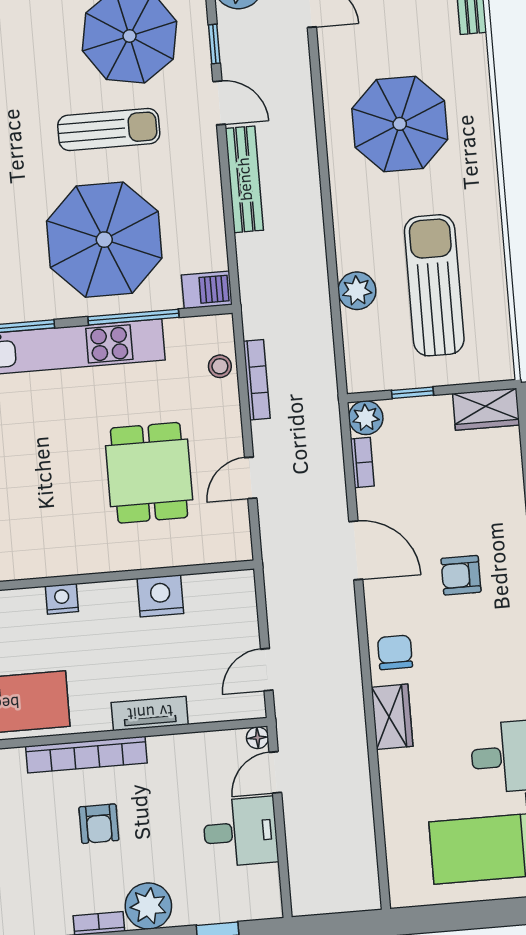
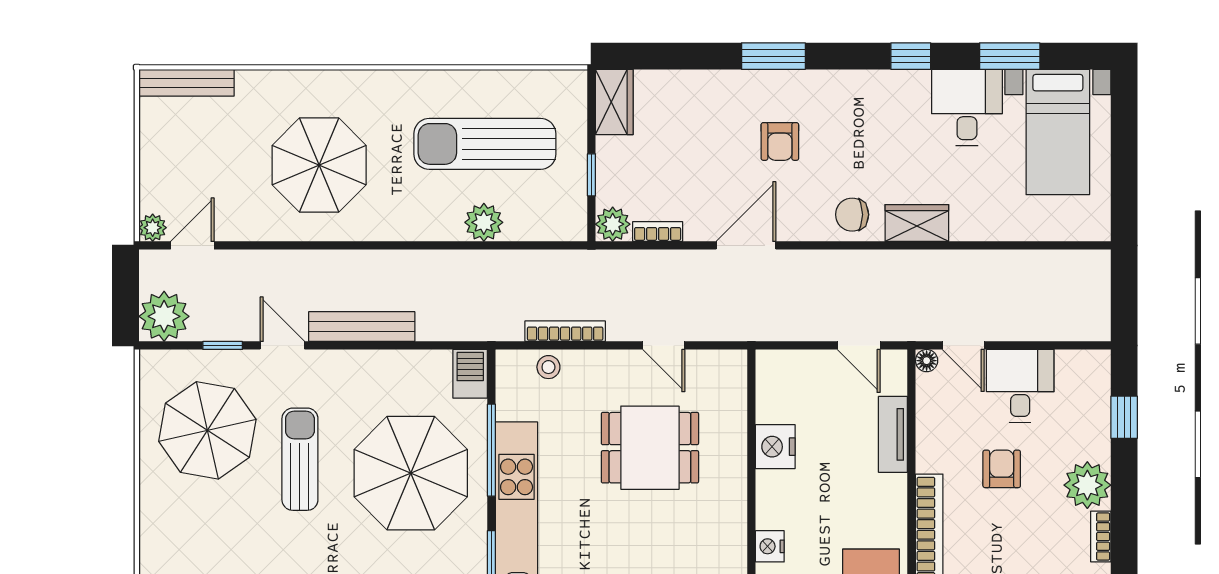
door: (219, 103) -> (282, 345), hinge flipped
tv unit: (150, 713) -> (893, 434), moved
armchair: (99, 824) -> (1002, 469), moved, turned -90

